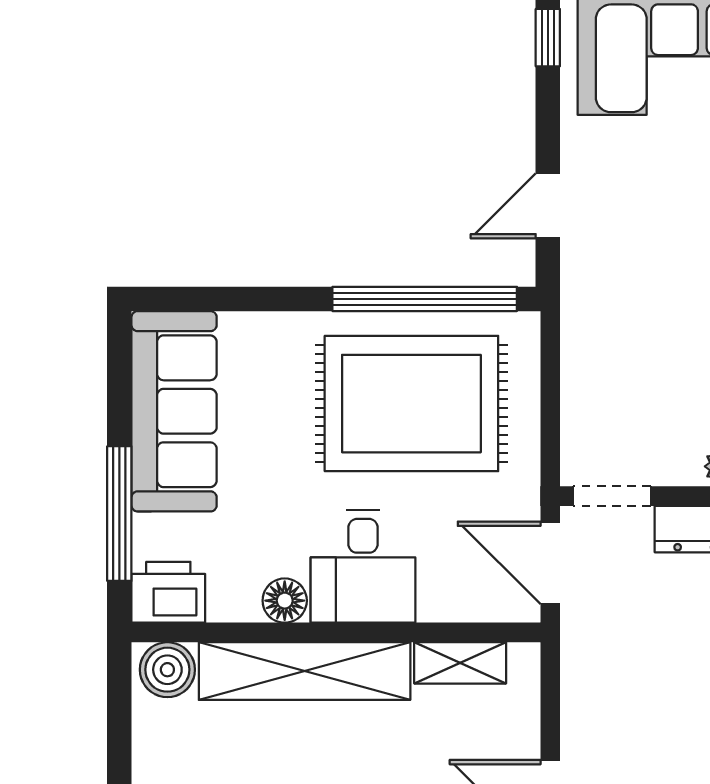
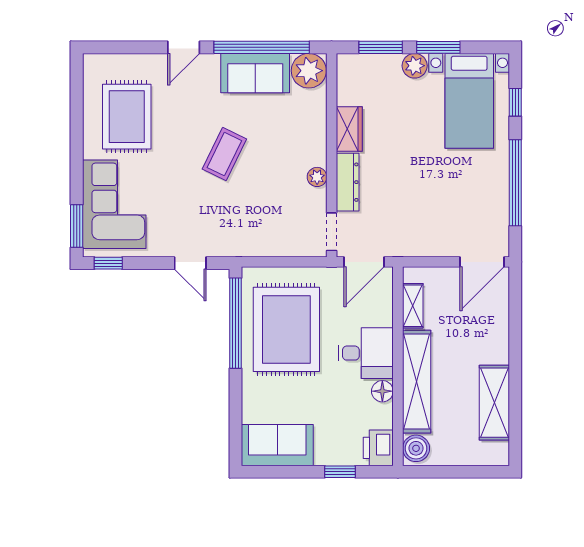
sofa: (174, 411) -> (277, 445), width x0.73
window: (119, 514) -> (340, 472), width x0.46

